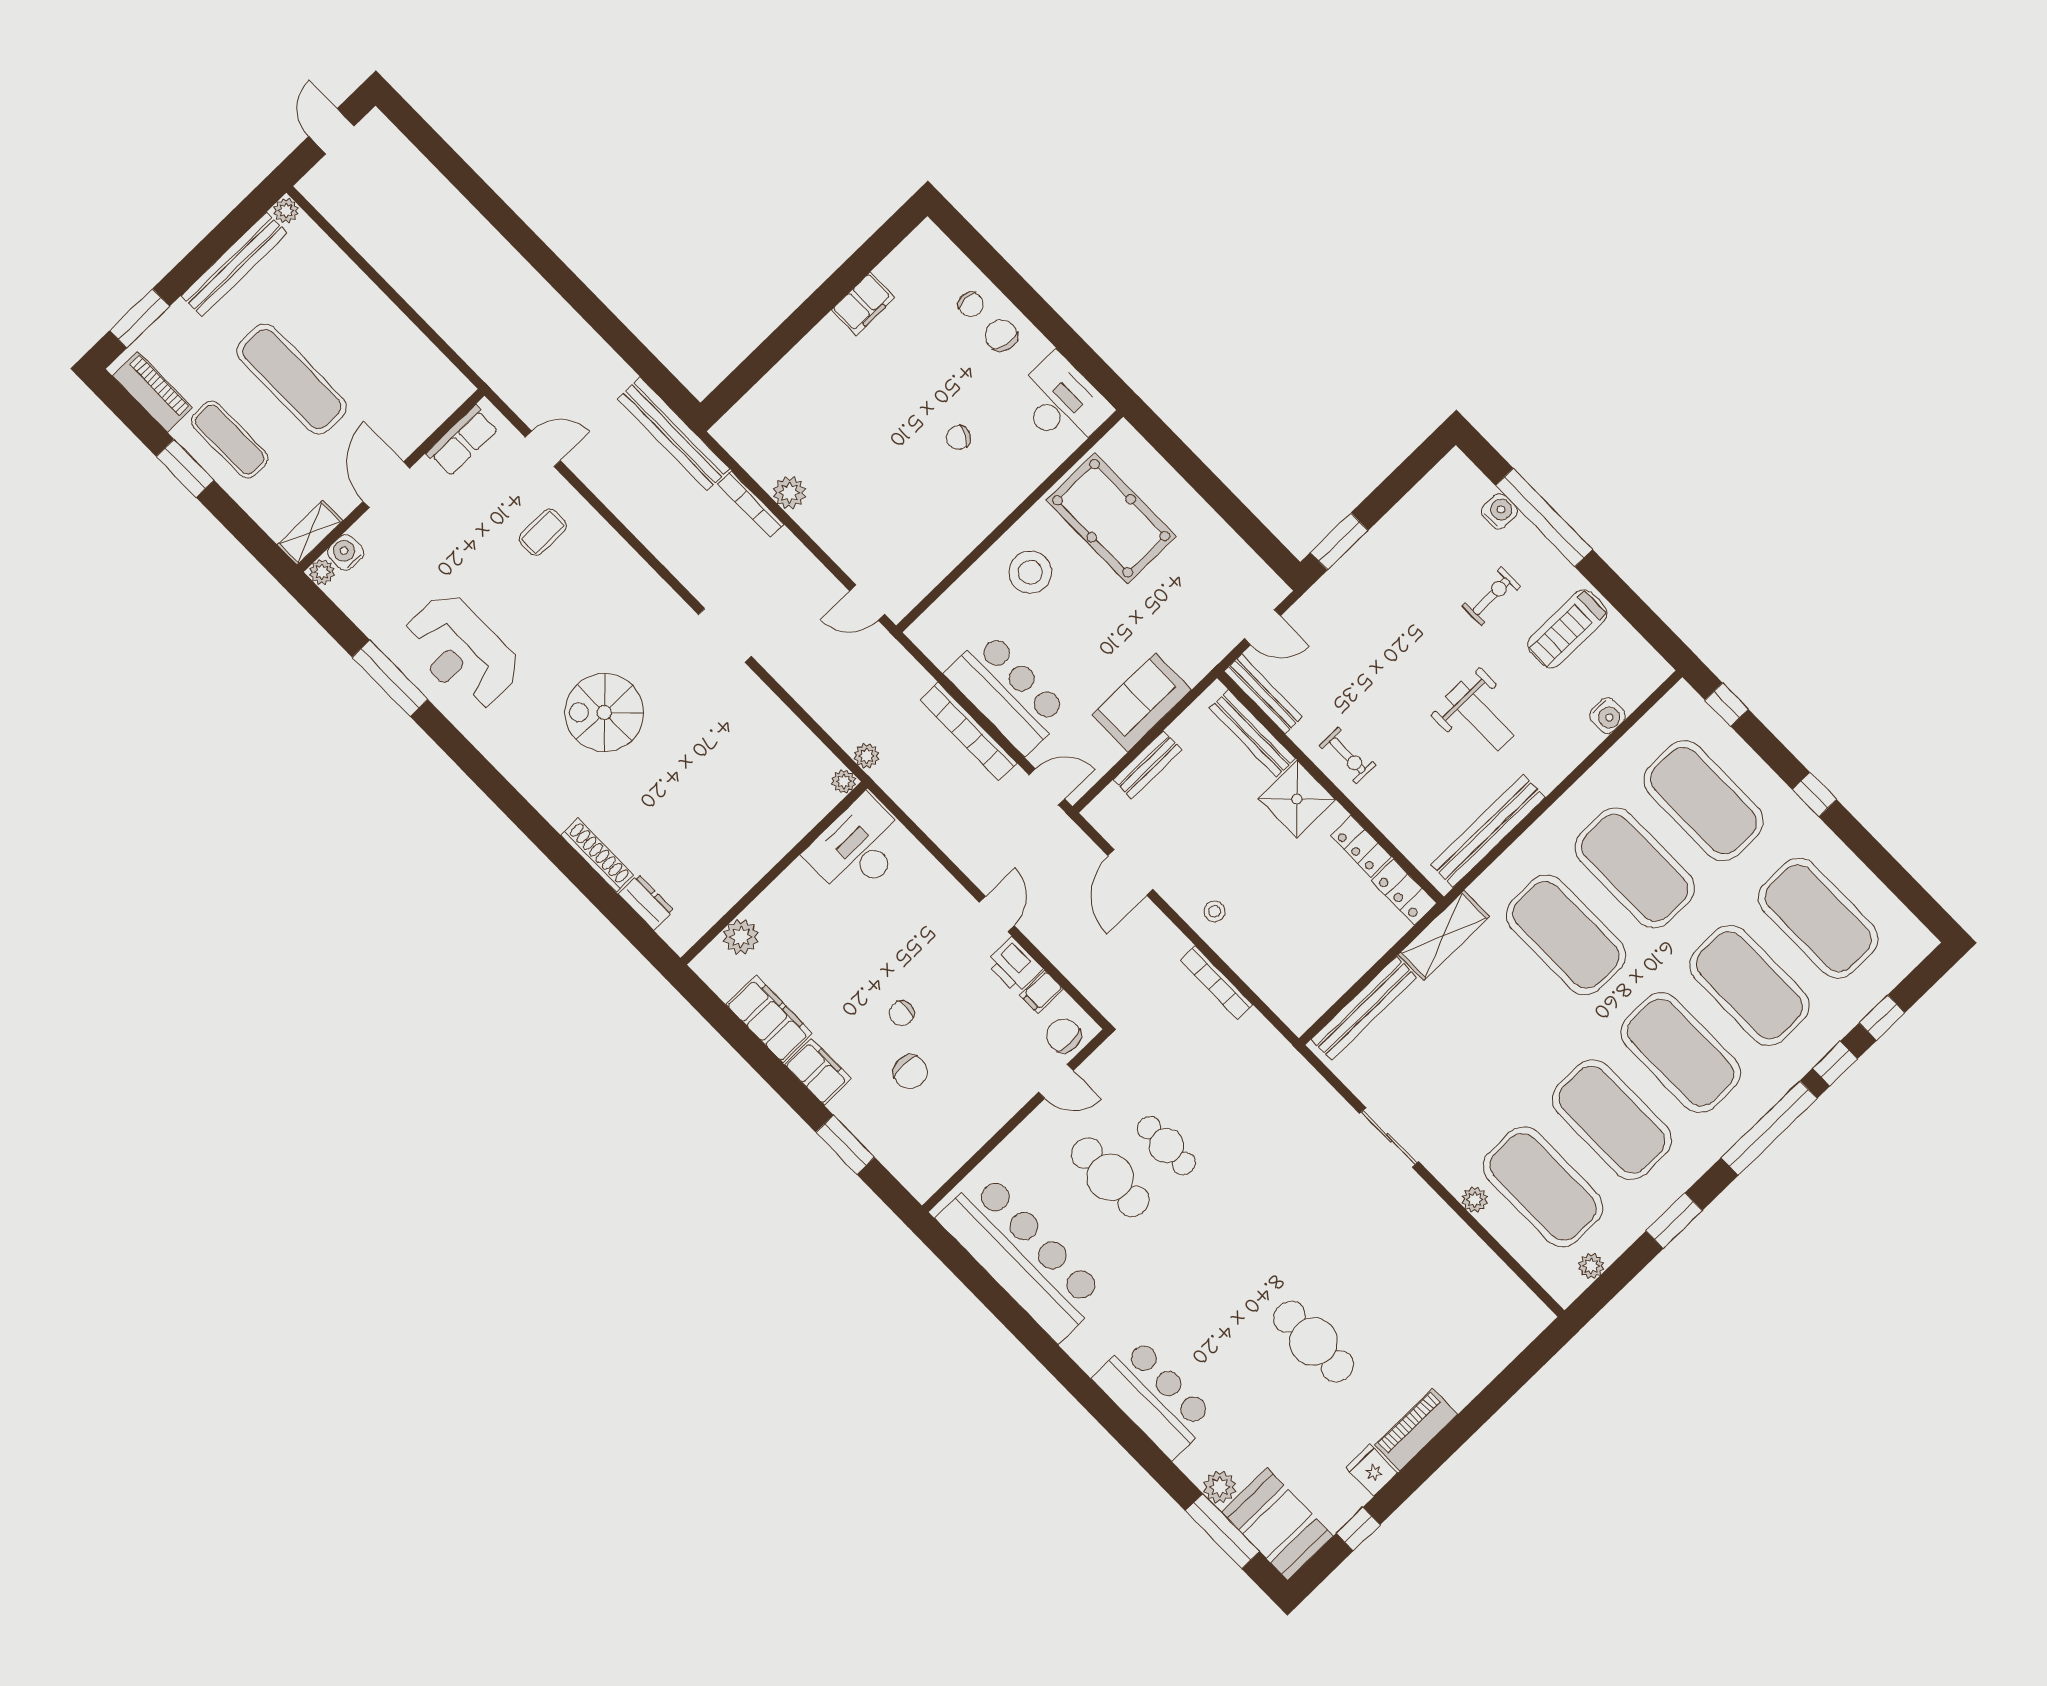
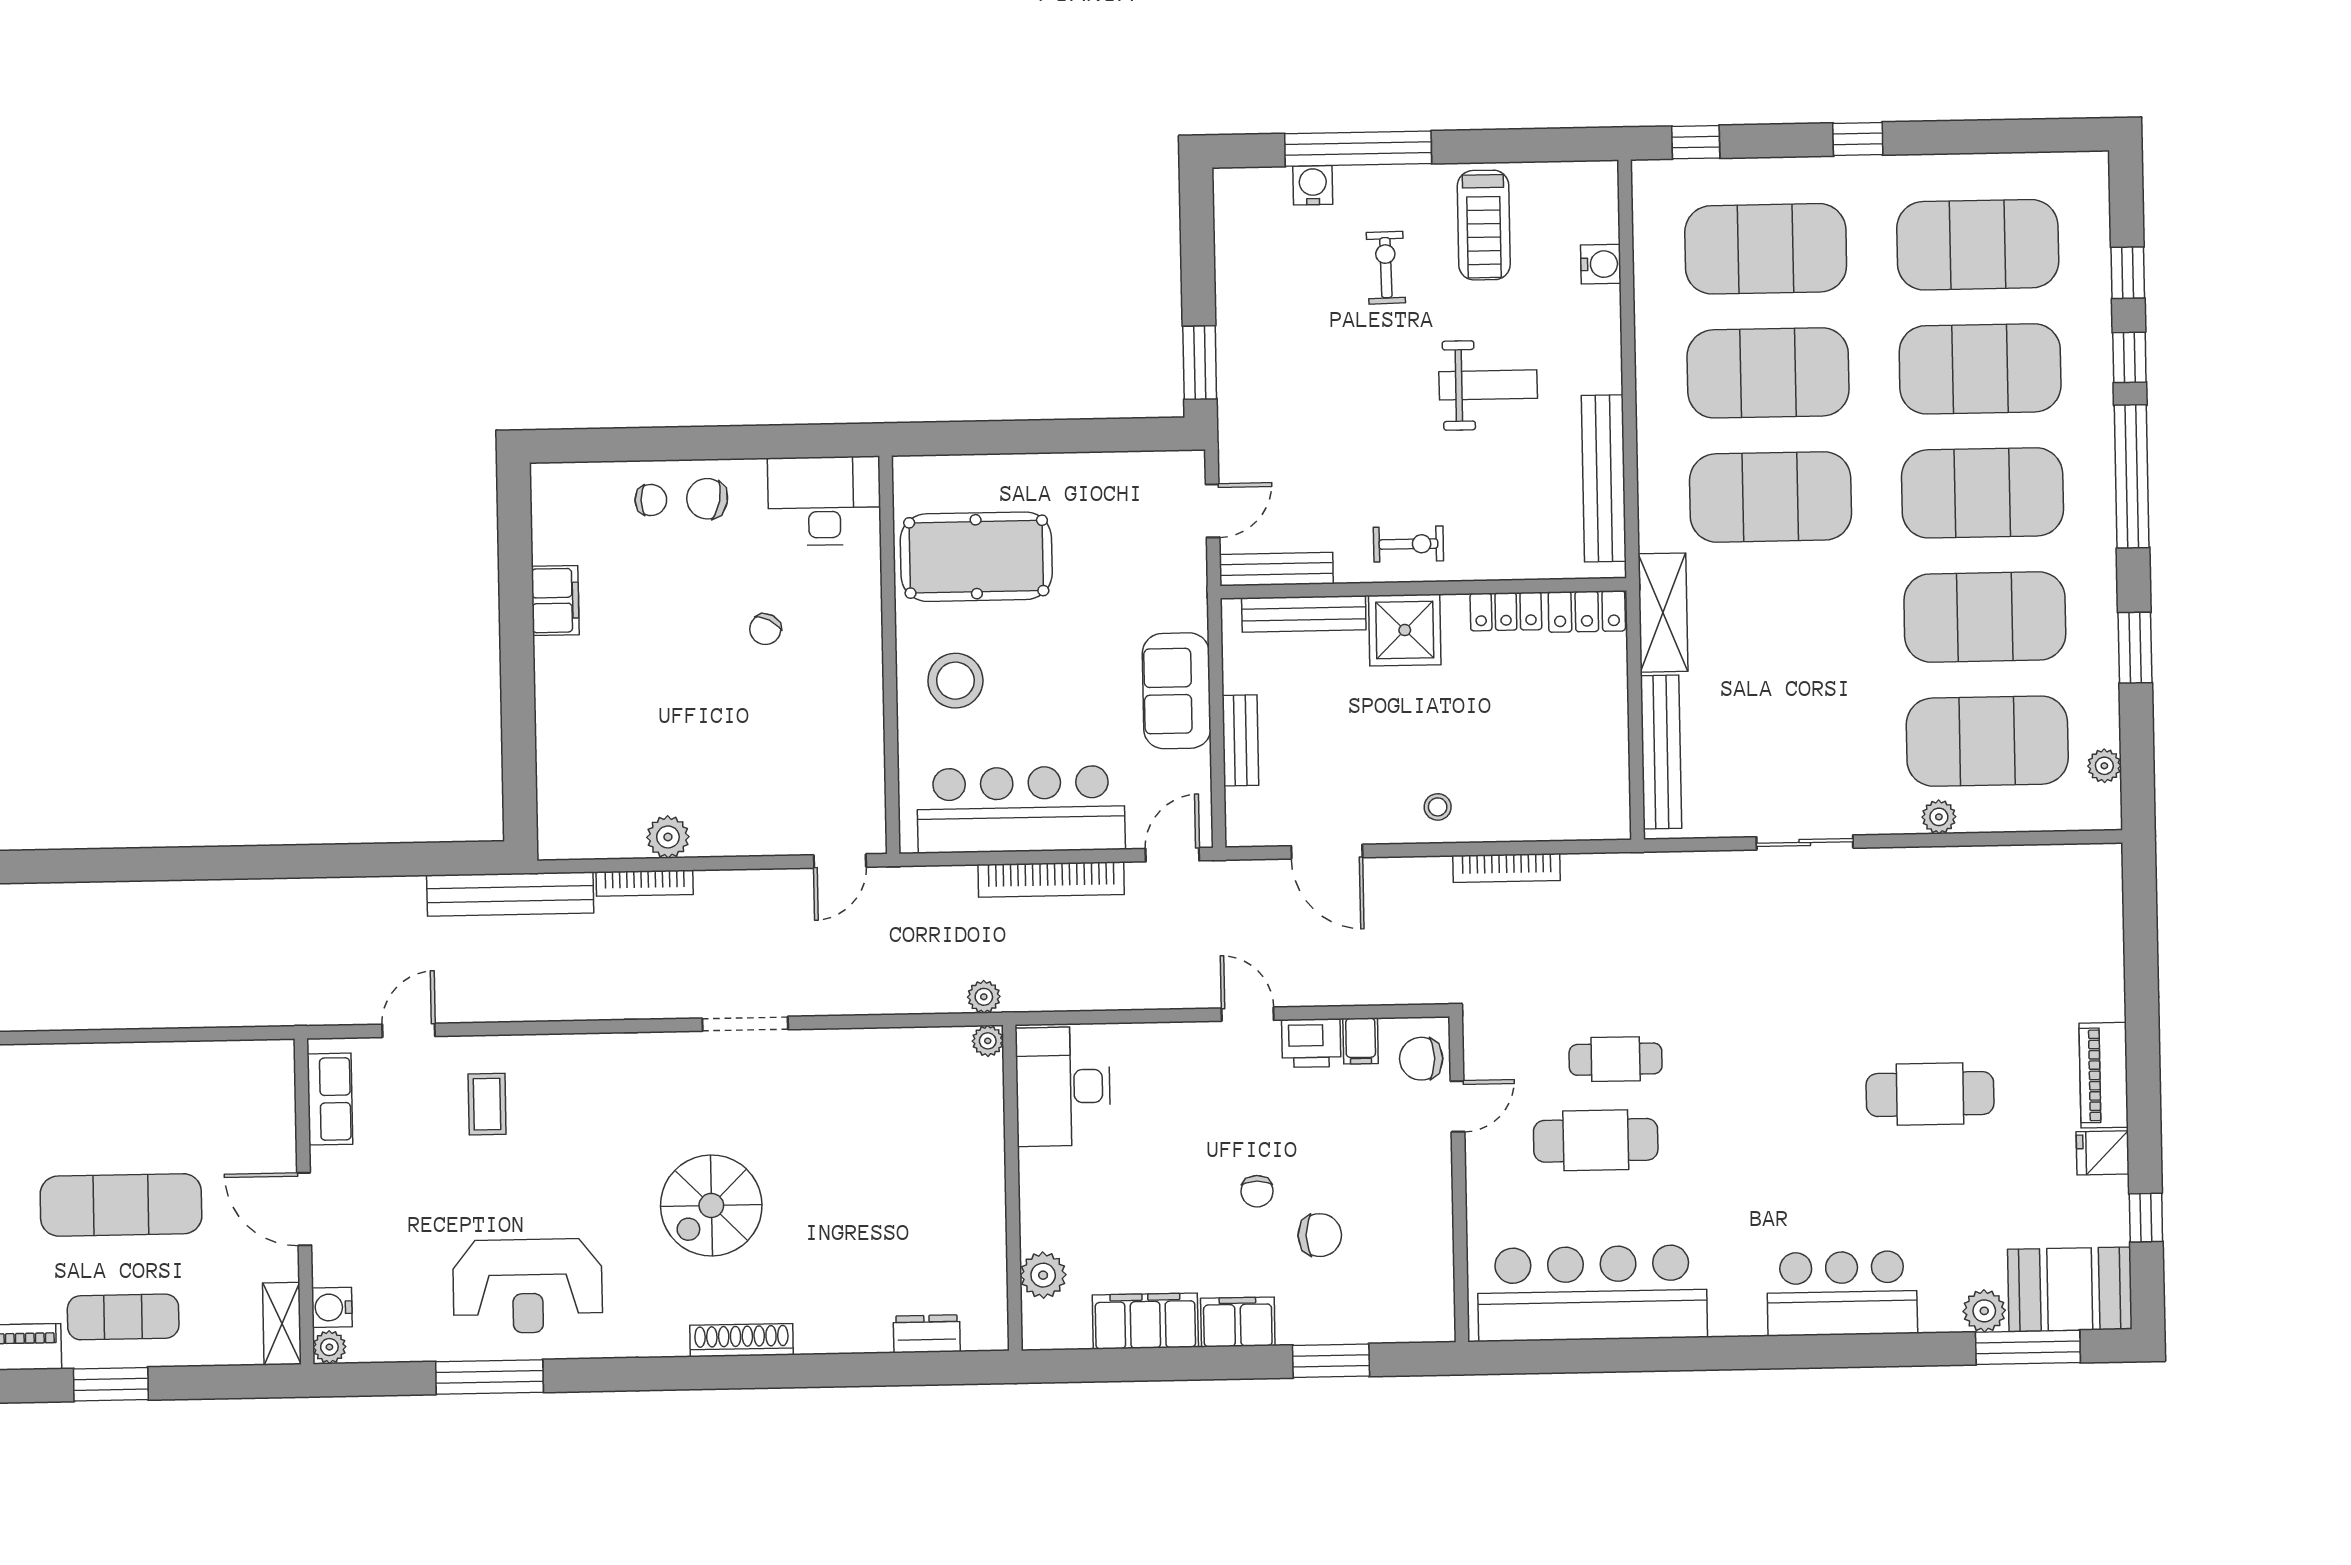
bar counter: (1007, 693) -> (1021, 809), width x1.36
shoe rack: (597, 855) -> (742, 1340), moved

